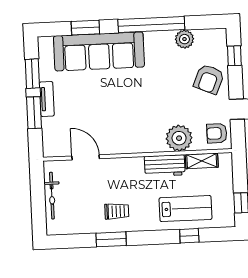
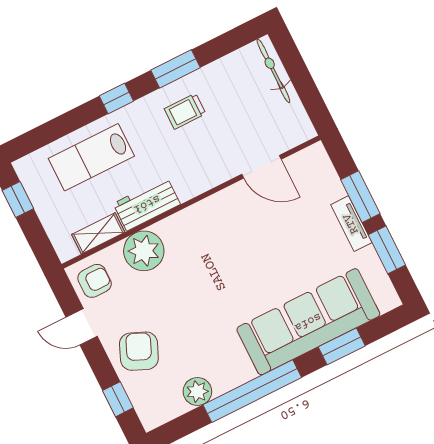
bicycle: (52, 196) -> (273, 71), moved
window: (189, 236) -> (116, 98), moved

